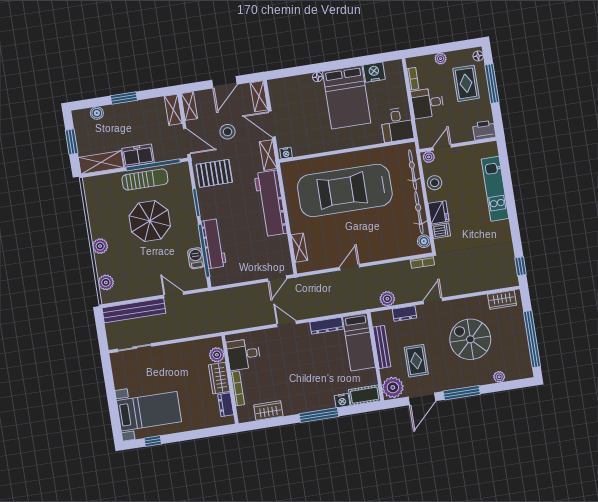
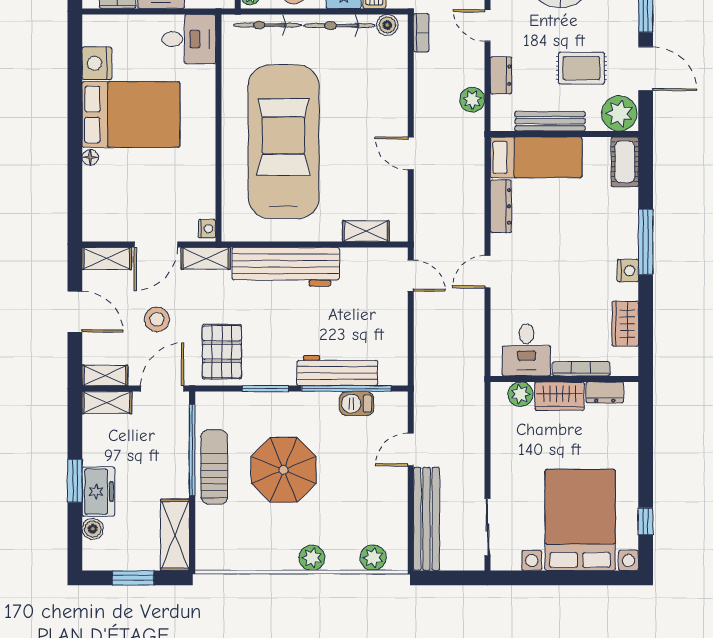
freezer: (138, 156) -> (98, 492), moved, turned 180
car: (345, 190) -> (284, 142), turned 180
nightstand: (342, 401) -> (628, 271), moved
bed with nightstands: (149, 411) -> (580, 520), width x1.36

